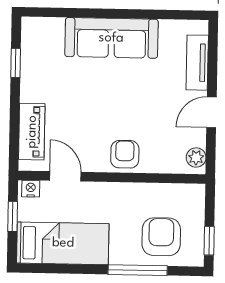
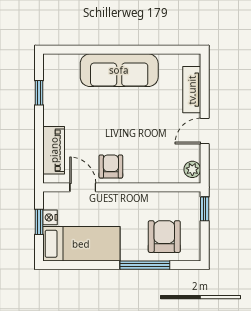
armchair: (125, 154) -> (111, 166), moved
nightstand: (31, 189) -> (50, 217), moved, turned -90
window: (209, 241) -> (205, 209), moved

